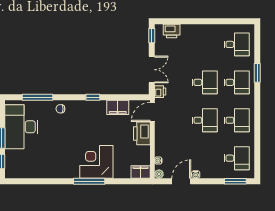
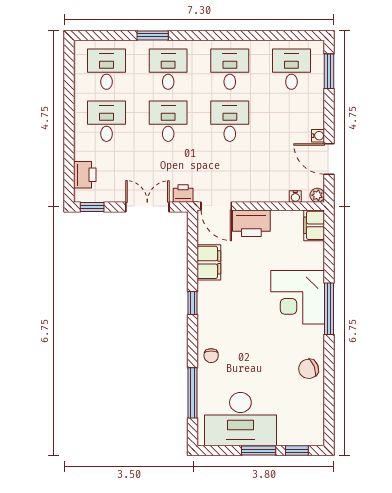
desk: (205, 44) -> (107, 121), added
chair: (52, 169) -> (309, 369), added

